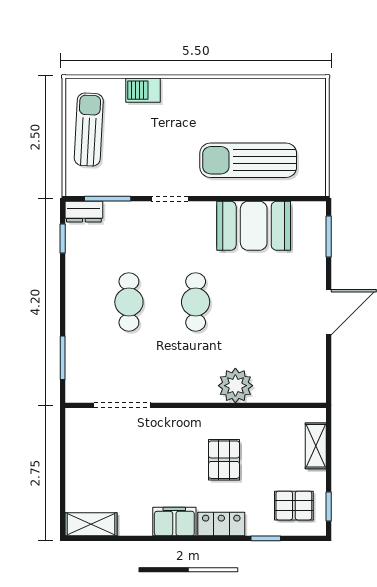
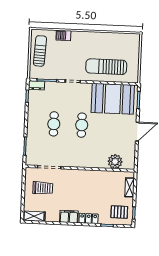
booth: (254, 226) -> (113, 99), width x1.36, depth x1.42
plant: (235, 386) -> (115, 162), moved
trolley: (109, 456) -> (43, 188), added
pallet: (224, 460) -> (91, 192), removed

